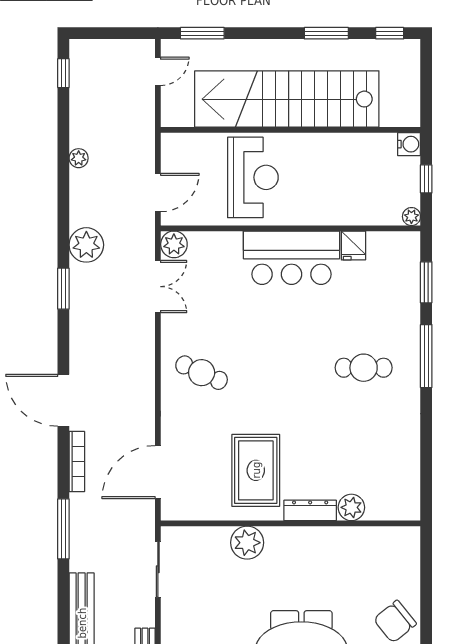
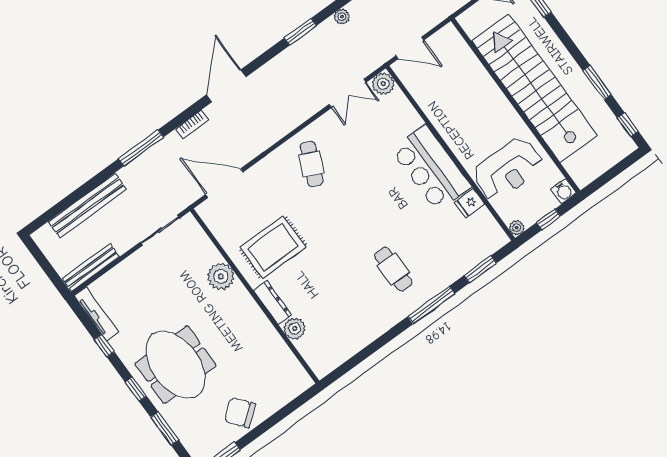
reception desk: (253, 177) -> (508, 169), moved
plant: (86, 245) -> (342, 17), width x0.53, depth x0.53
bookcase: (77, 462) -> (192, 124), width x0.64

